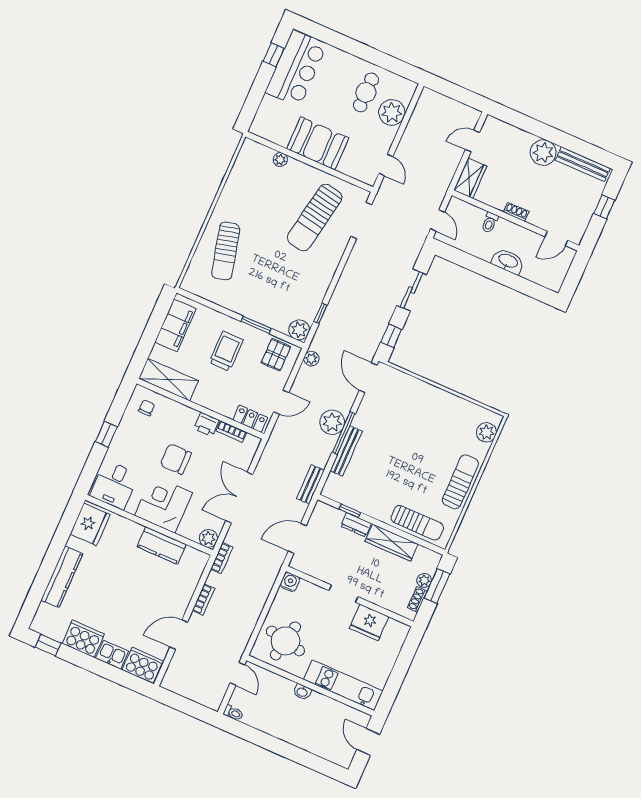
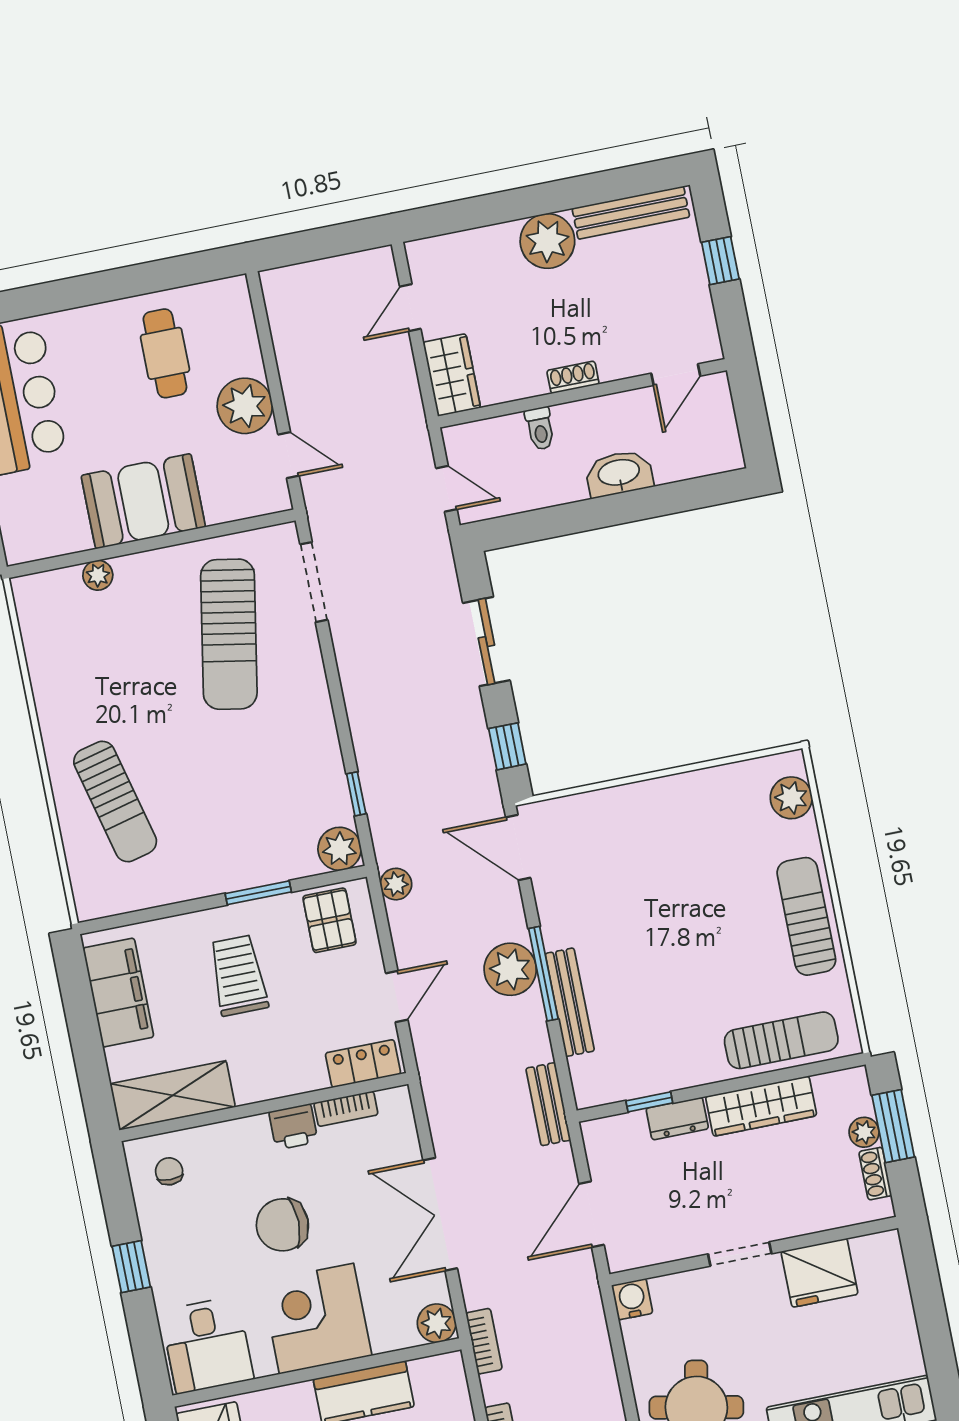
plant: (392, 112) -> (245, 406), moved

